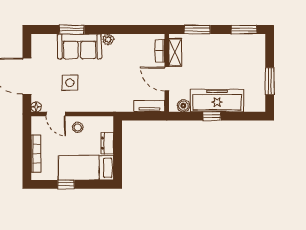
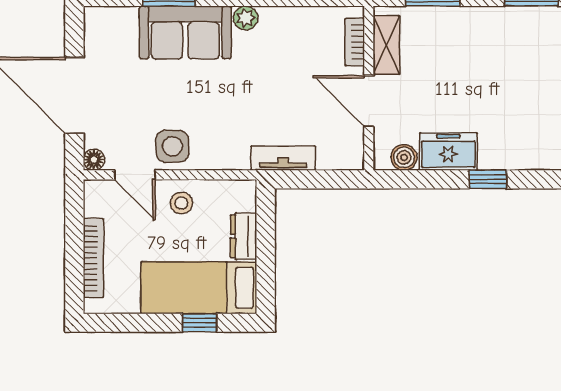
side table: (70, 83) -> (172, 146), moved
freezer: (217, 101) -> (448, 152), width x0.52, depth x0.79
tv unit: (149, 106) -> (283, 158), moved
window: (212, 116) -> (488, 179), moved
window: (66, 184) -> (199, 323), moved

